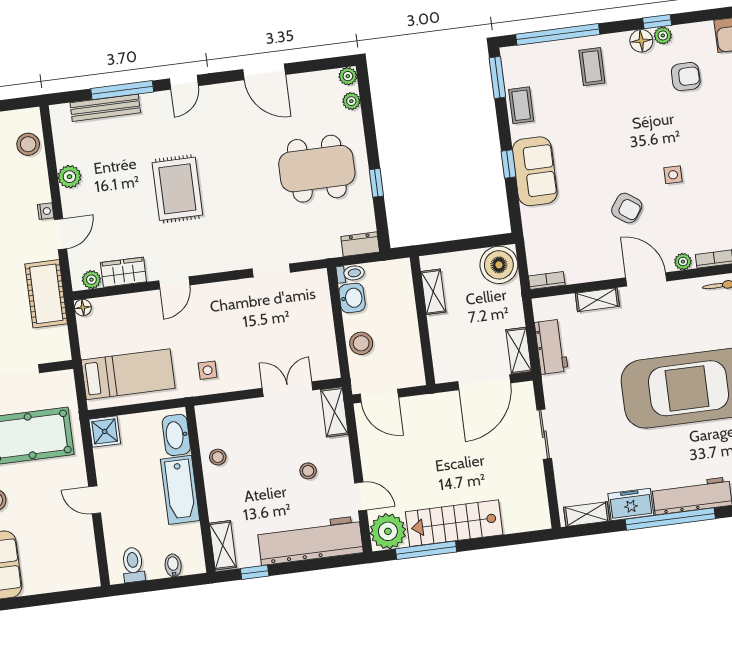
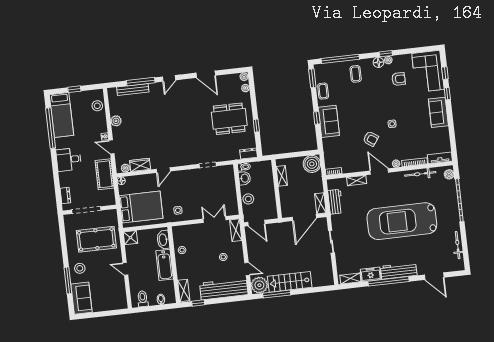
rug: (177, 189) -> (165, 127), removed
door: (60, 234) -> (112, 147), swing flipped
bed: (128, 374) -> (141, 207), width x1.50

